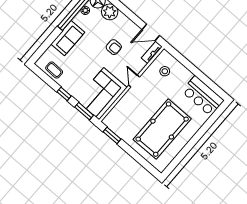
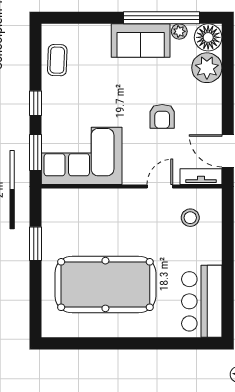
sofa: (68, 38) -> (141, 41), moved
door: (134, 81) -> (160, 186), moved
window: (112, 135) -> (36, 244), moved

